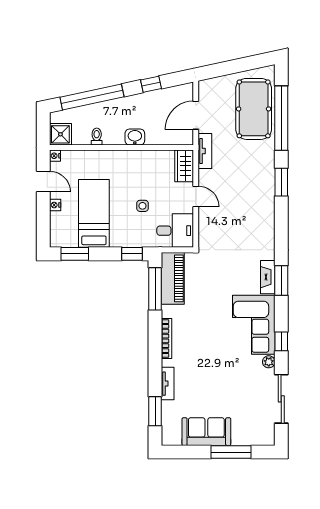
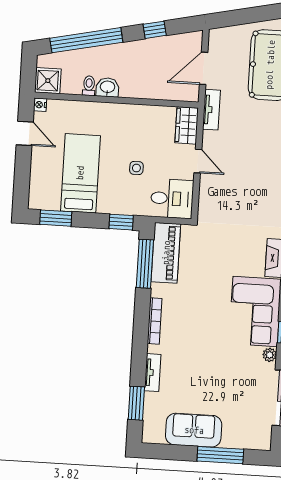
washbasin: (135, 137) -> (107, 87), moved
nightstand: (55, 205) -> (37, 161), removed

